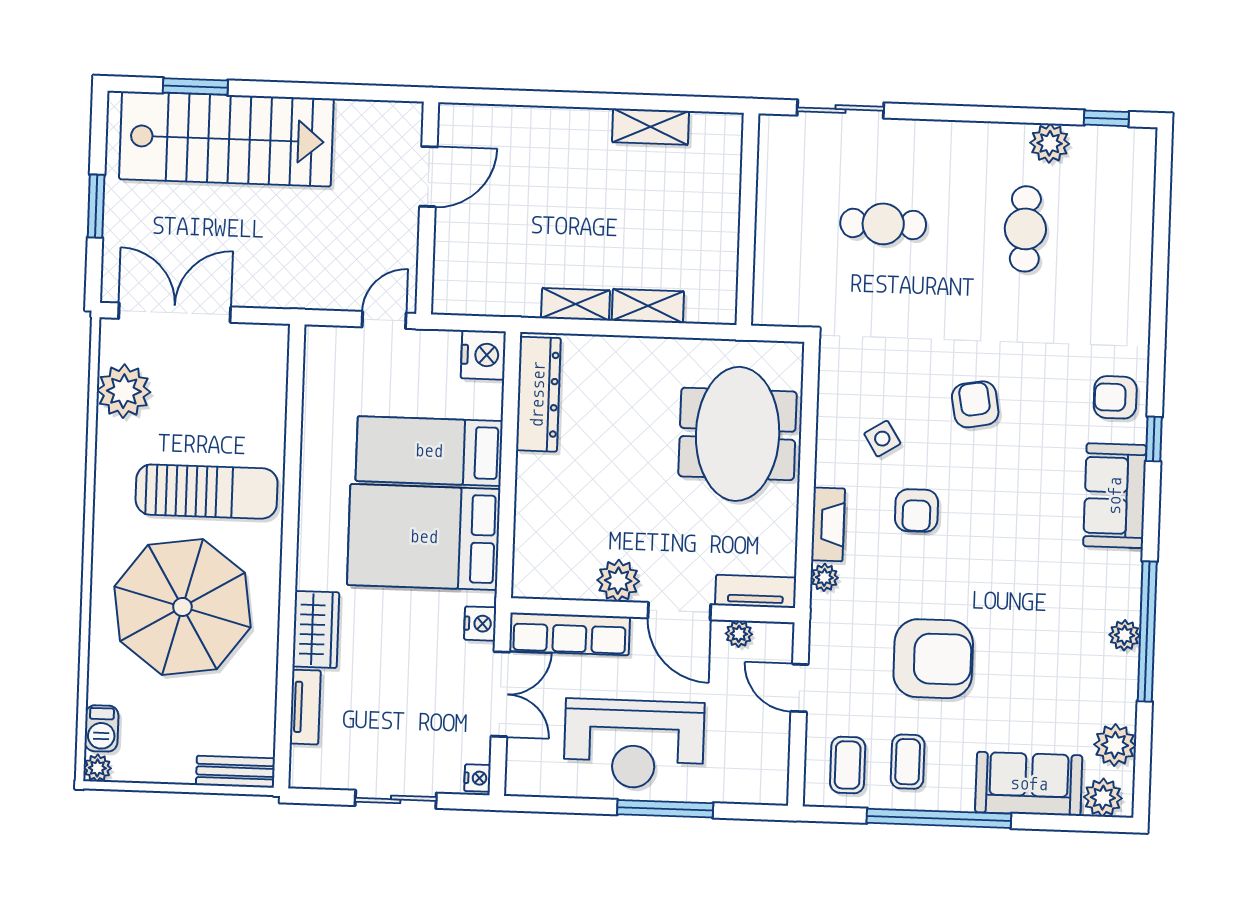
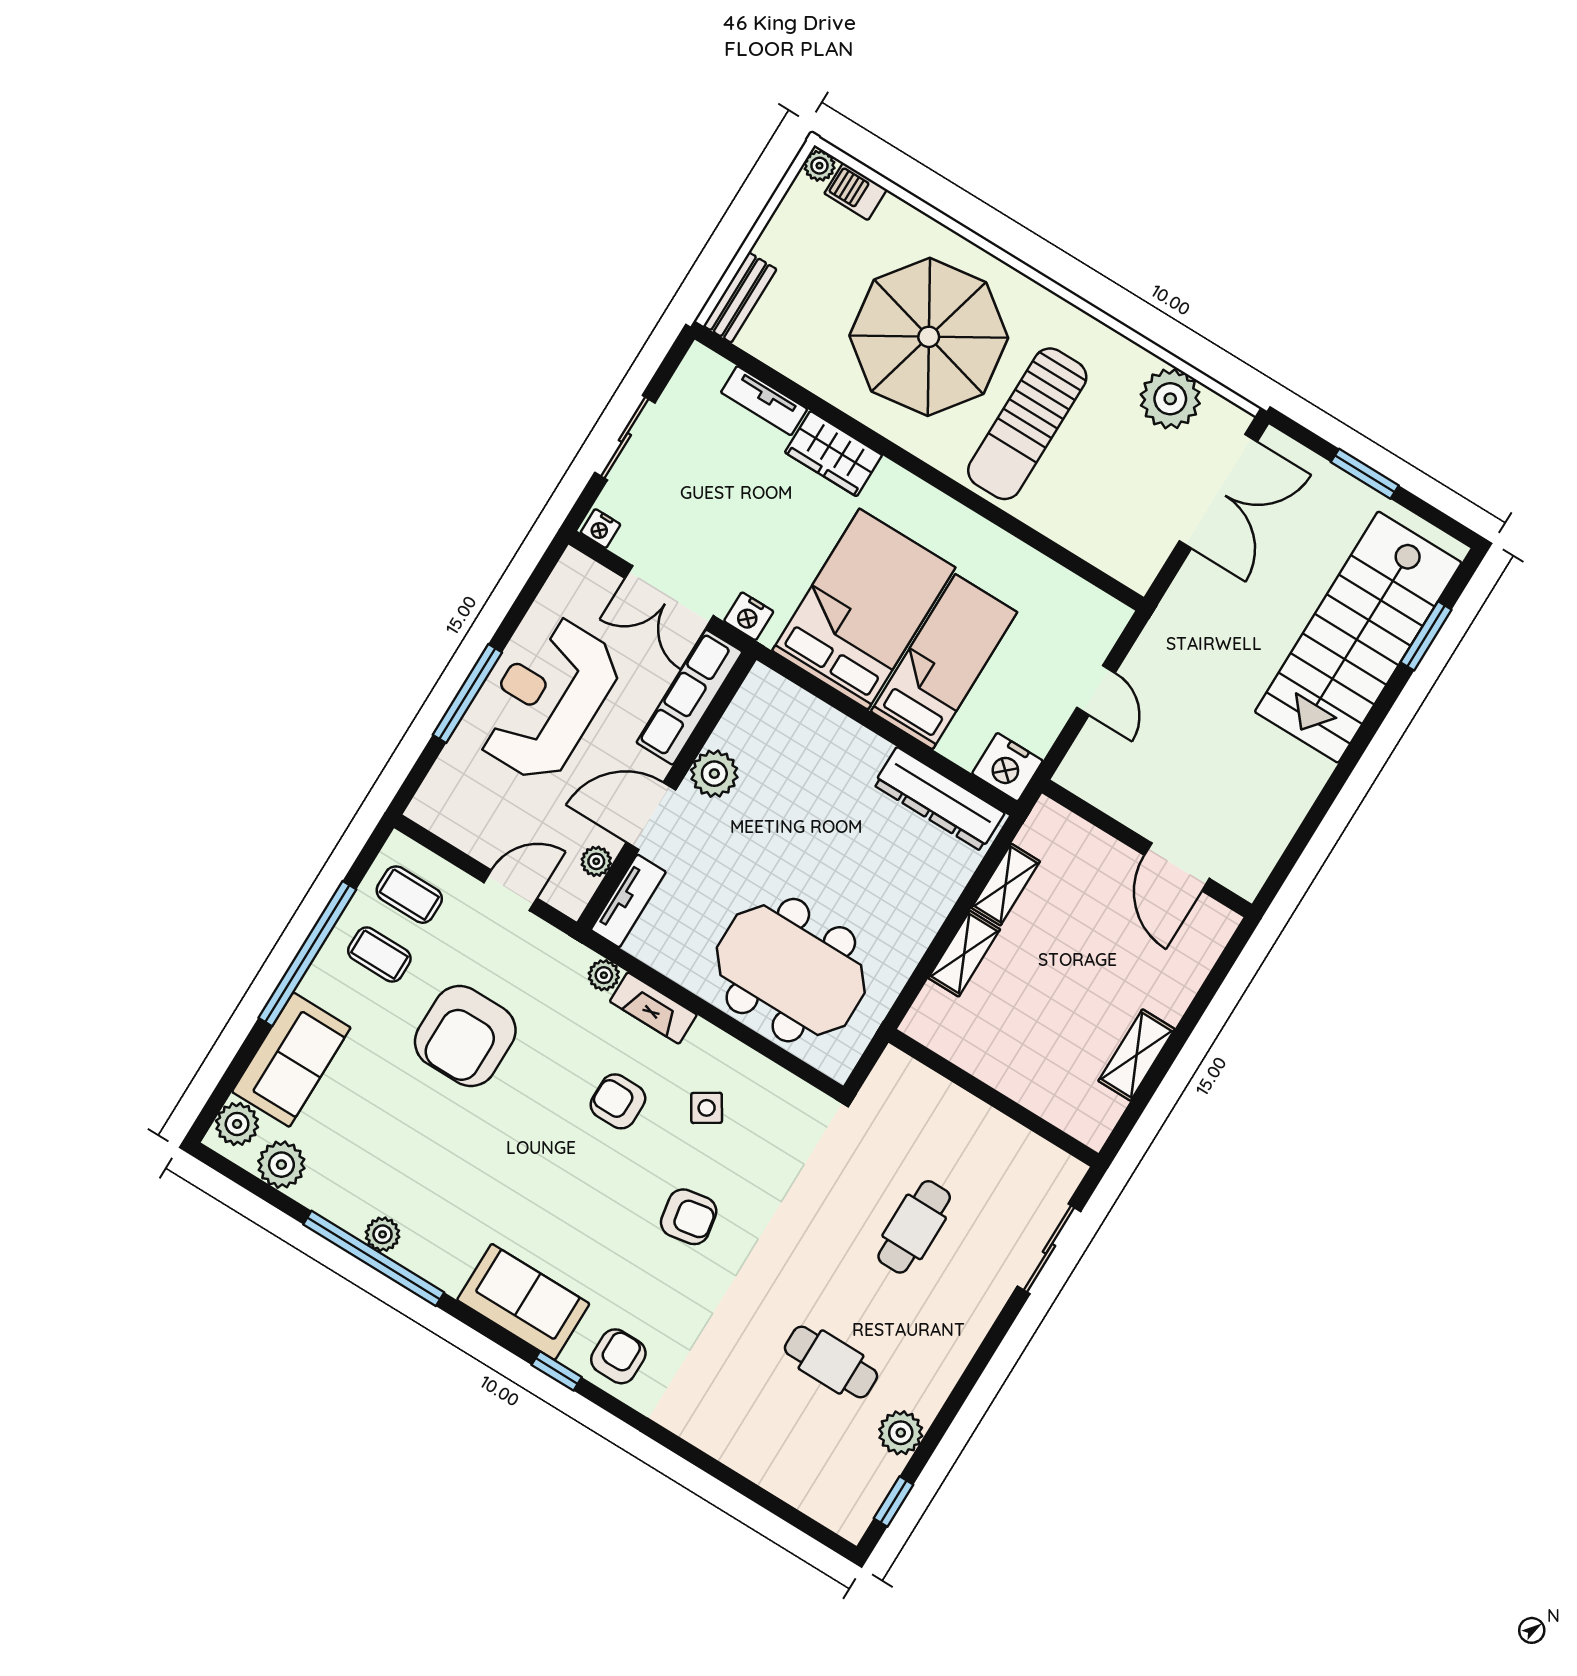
door: (428, 177) -> (1177, 867), moved
wall: (427, 208) -> (1147, 848), moved

